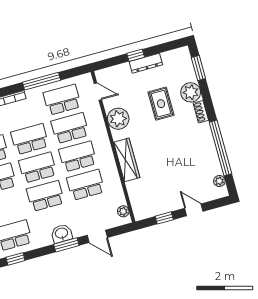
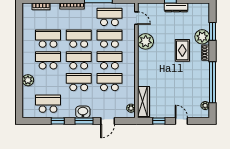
window: (198, 68) -> (212, 31), moved
rug: (161, 104) -> (182, 50), moved
wardrobe: (127, 160) -> (144, 101), moved
door: (97, 236) -> (108, 121), hinge flipped
window: (15, 259) -> (58, 121), moved

